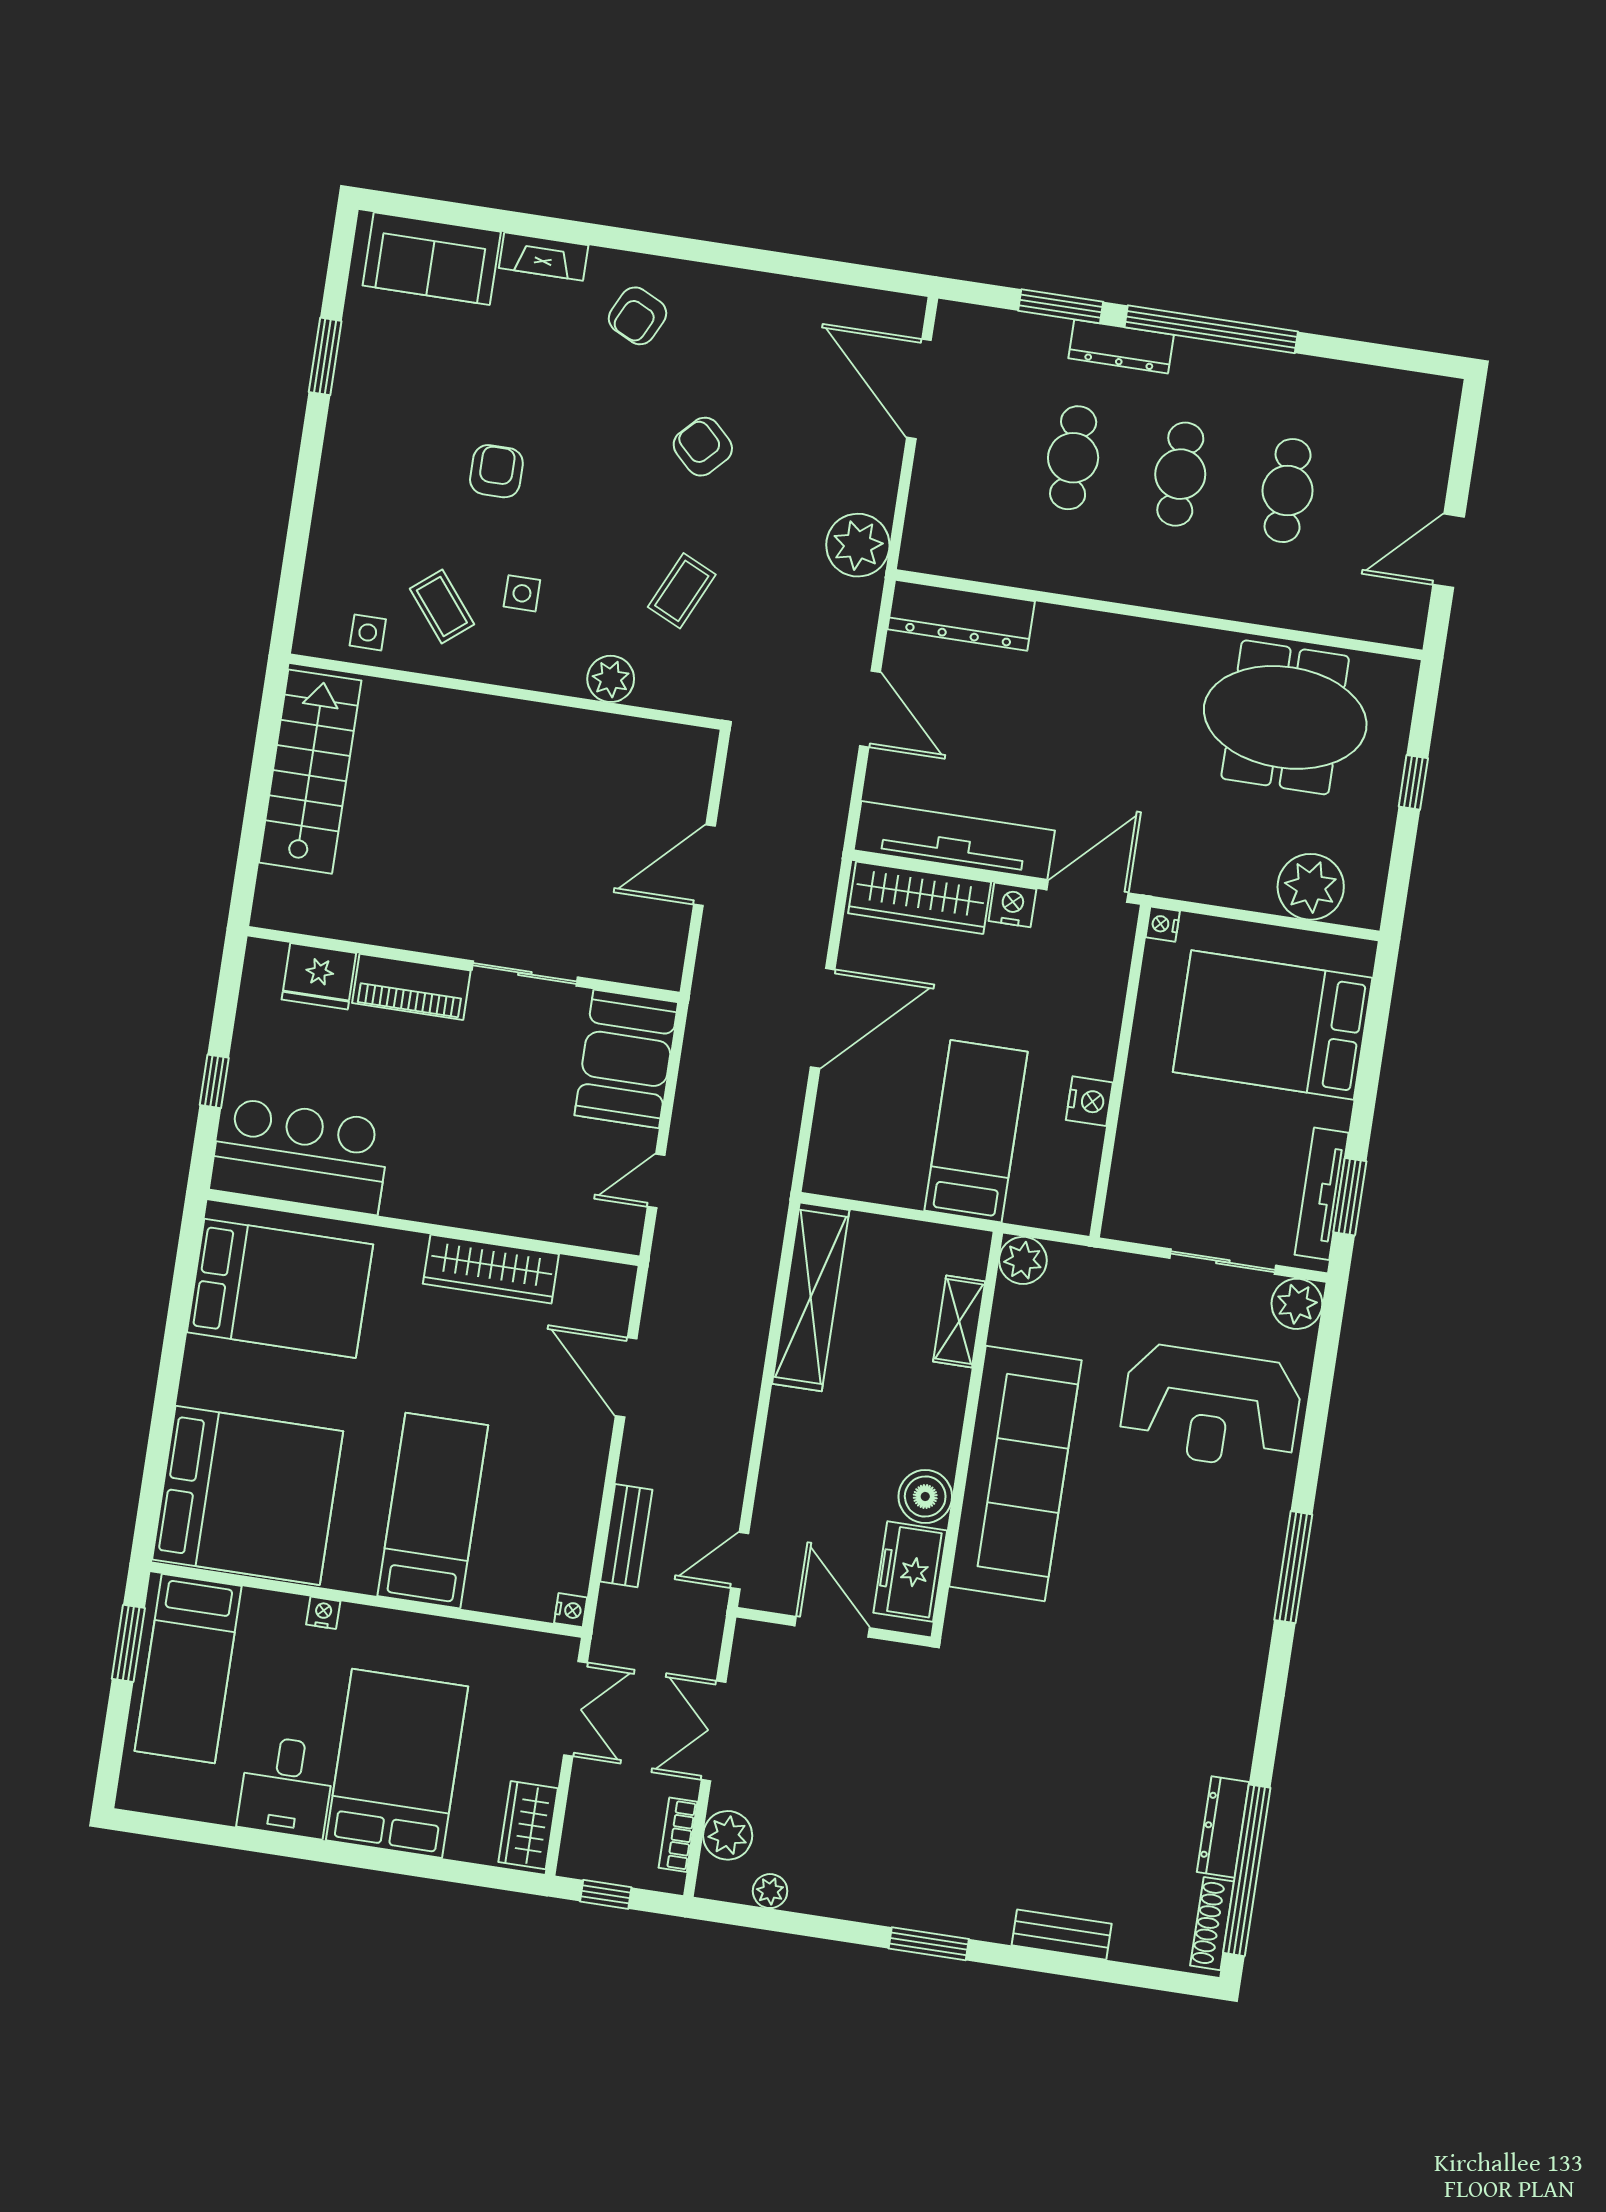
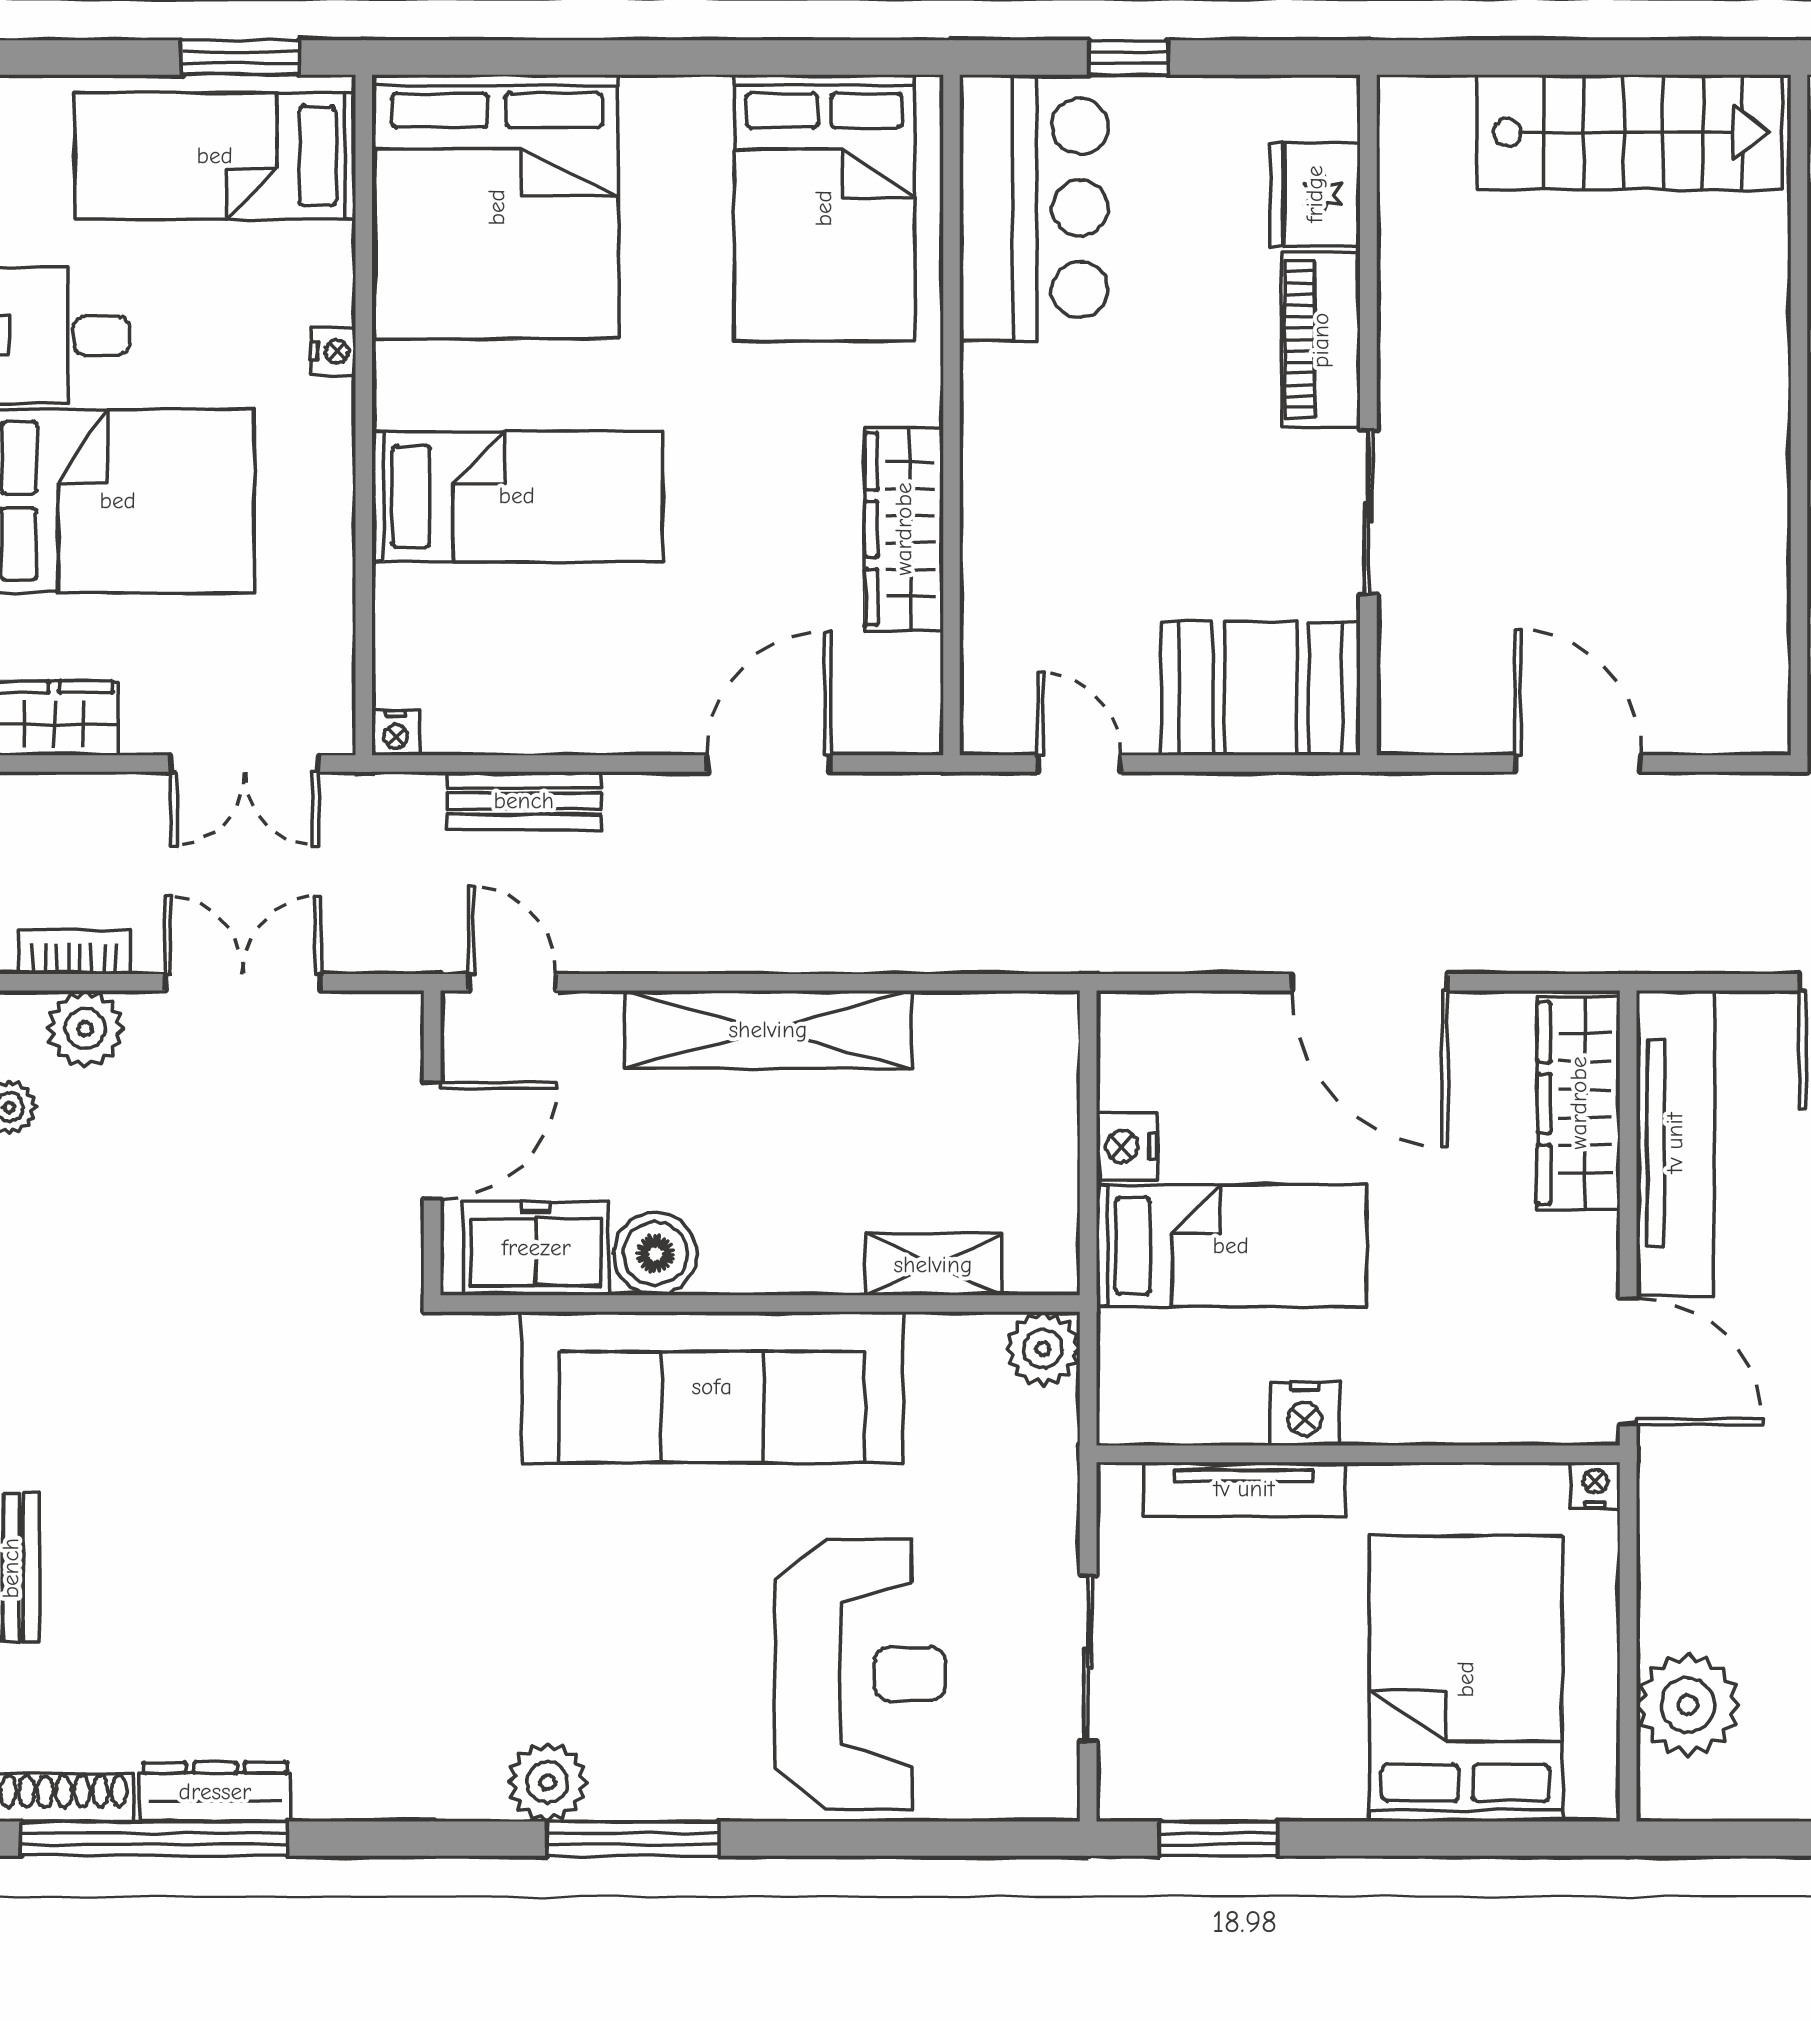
nightstand: (1012, 905) -> (1127, 1146), moved, turned 180
tv unit: (1322, 1194) -> (1244, 1489), moved, turned 180
shelving: (811, 1297) -> (768, 1030), moved
plant: (1297, 1304) -> (547, 1782), moved
reception desk: (1211, 1407) -> (860, 1674), turned 180

